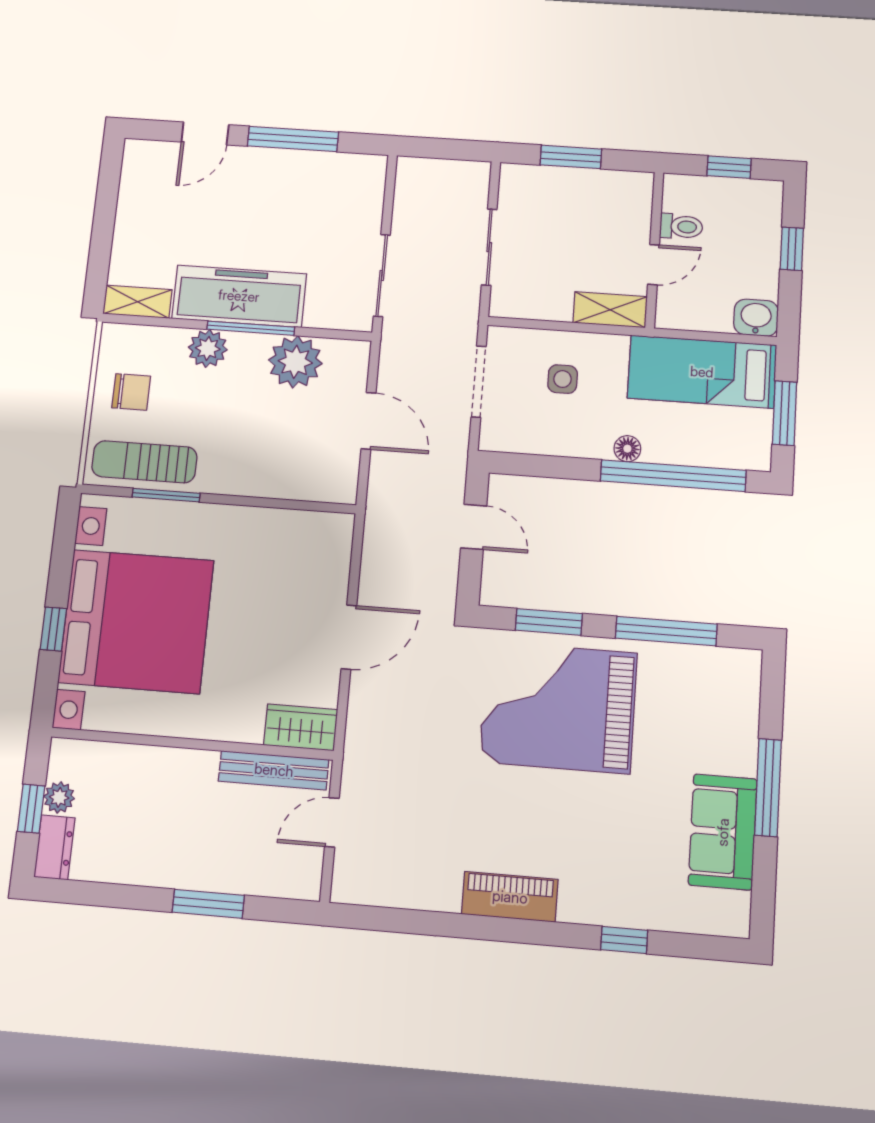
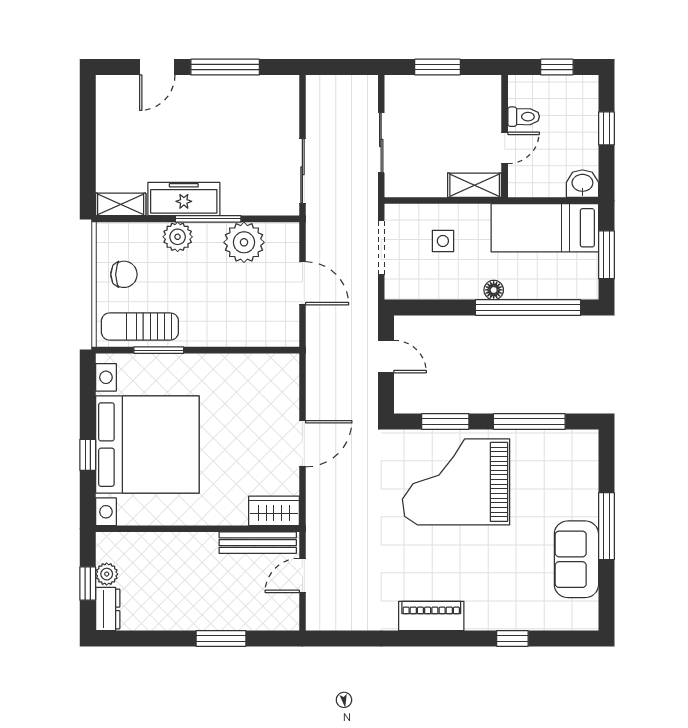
freezer: (239, 296) -> (184, 199), width x0.73, depth x0.79

